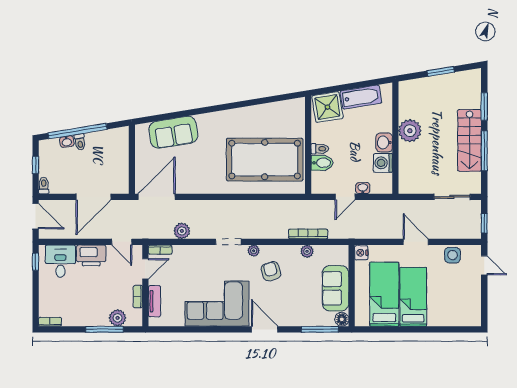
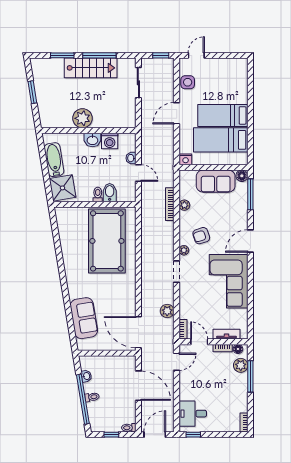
washbasin: (67, 142) -> (86, 376), moved
printer: (91, 255) -> (188, 388), removed
floor lamp: (137, 315) -> (238, 349), added

